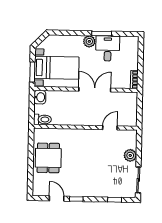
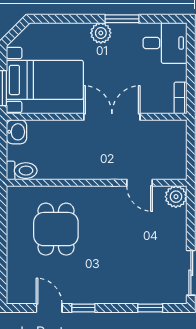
desk: (108, 48) -> (165, 43), moved, turned 90
door: (110, 128) -> (140, 183), swing flipped
plant: (130, 155) -> (176, 197), moved
dining table: (48, 158) -> (56, 229), moved

